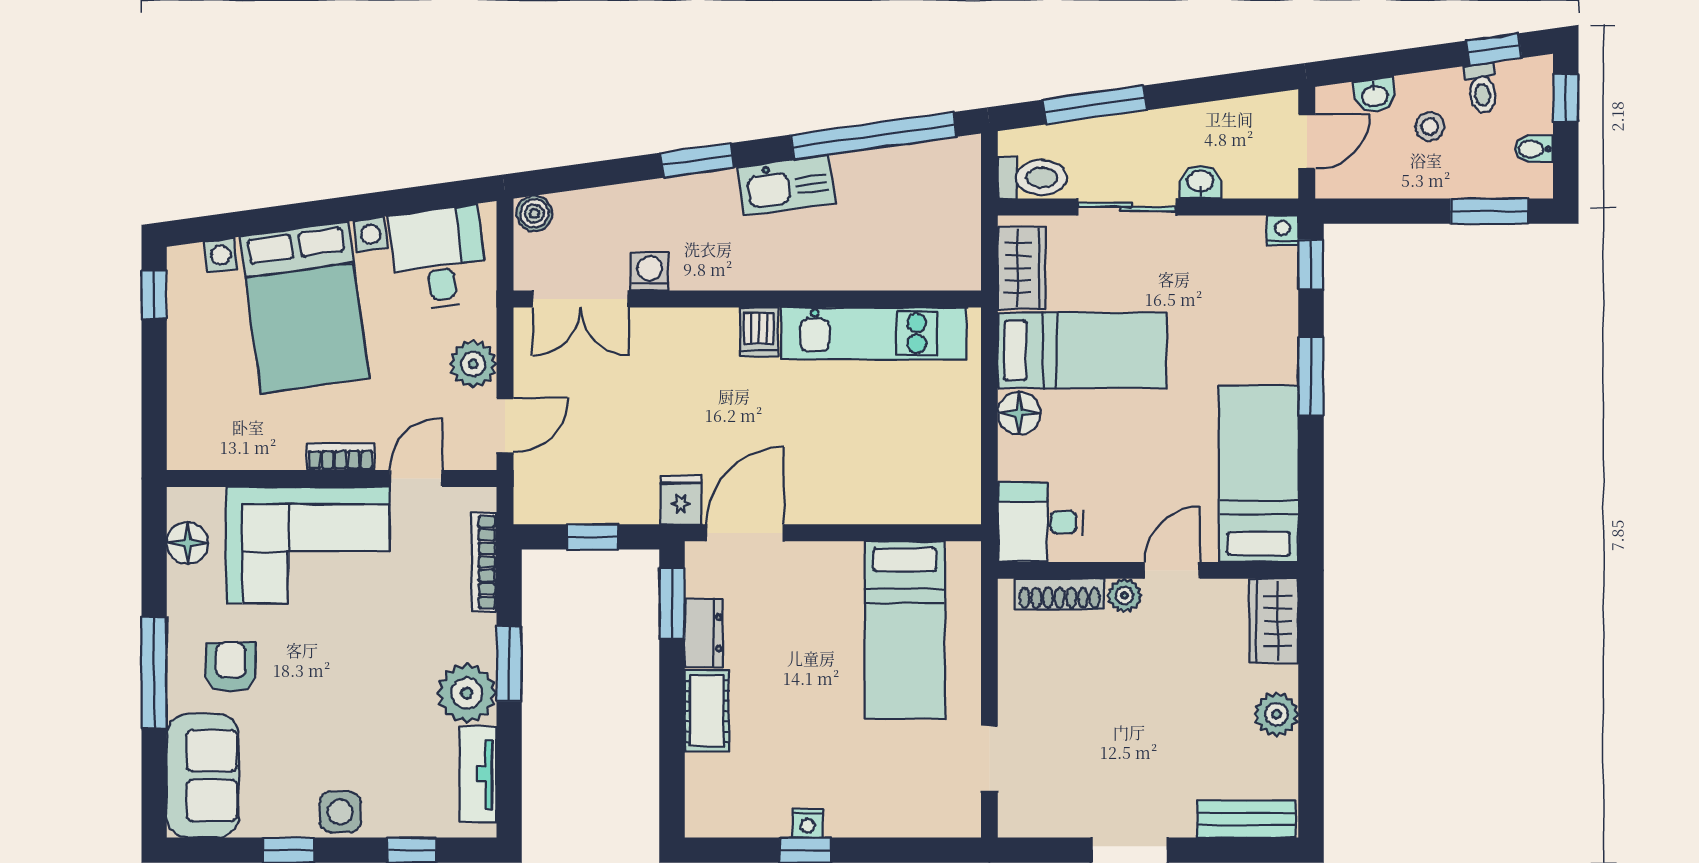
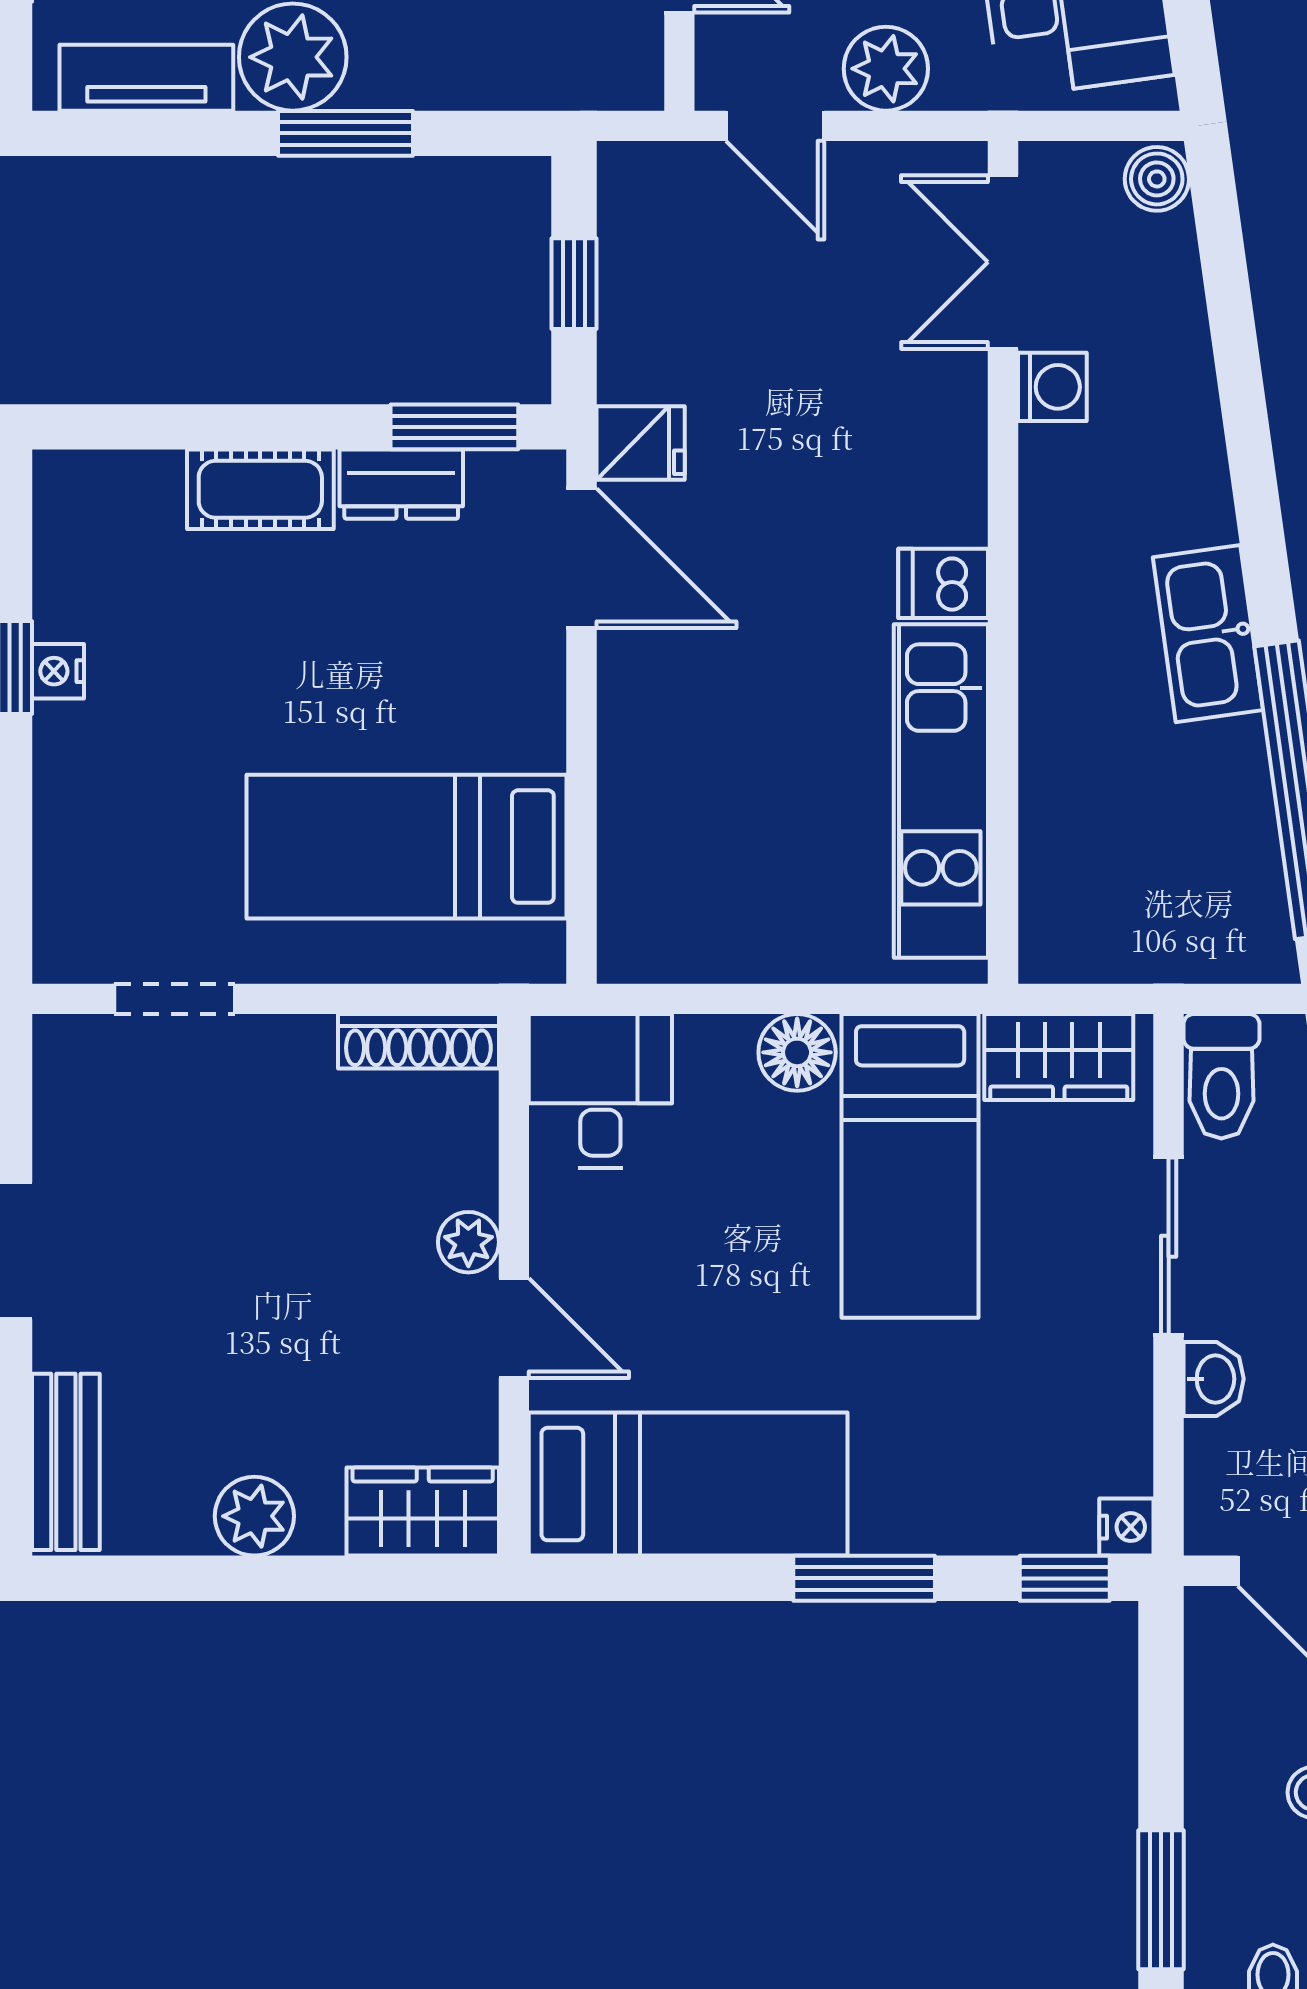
window: (697, 160) -> (1253, 472), removed
bookcase: (484, 562) -> (529, 88), removed
shoe rack: (1060, 594) -> (418, 1041), moved, turned -90

